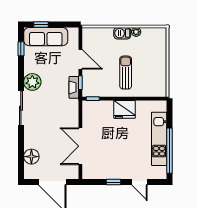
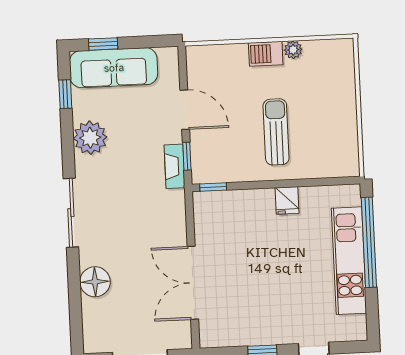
plant: (32, 82) -> (90, 138), moved
fridge: (124, 109) -> (287, 200), width x0.53, depth x0.75
window: (170, 151) -> (369, 242), moved
floor lamp: (31, 157) -> (95, 282), moved

